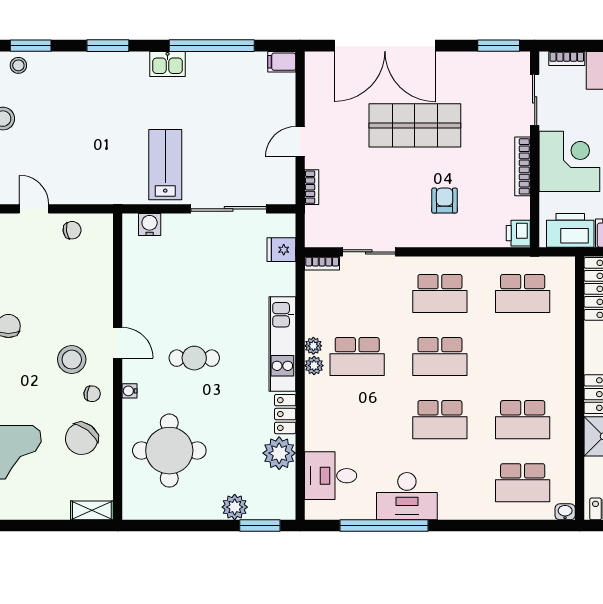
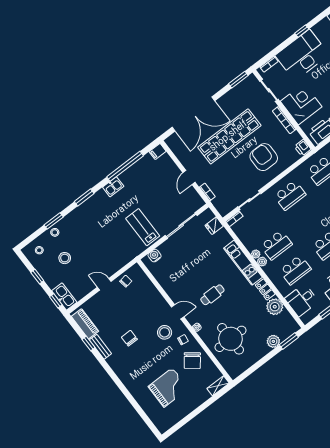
shop shelf: (415, 125) -> (229, 136), width x1.40
armchair: (445, 201) -> (264, 157), width x1.88, depth x1.88
school desk: (440, 357) -> (295, 270), moved

